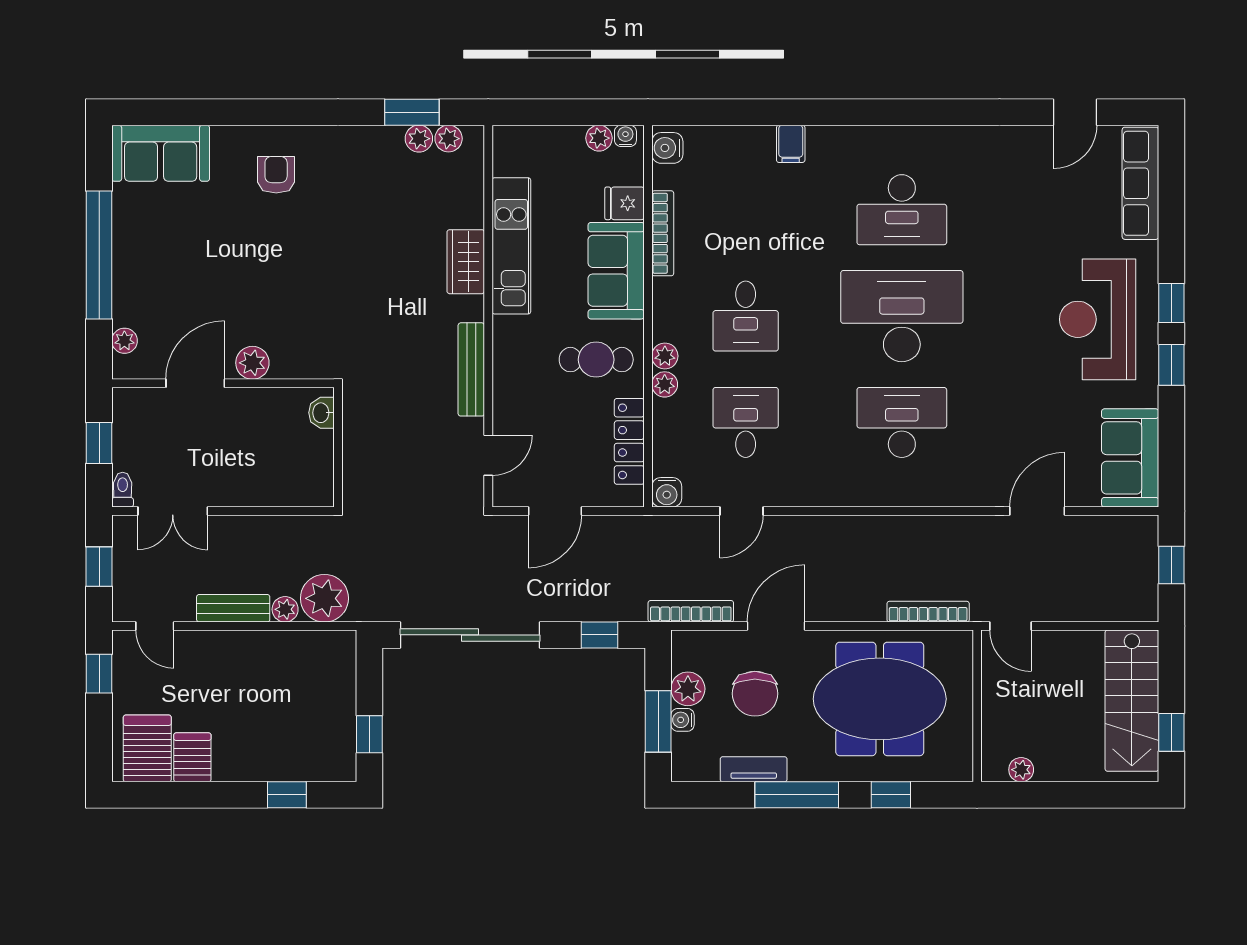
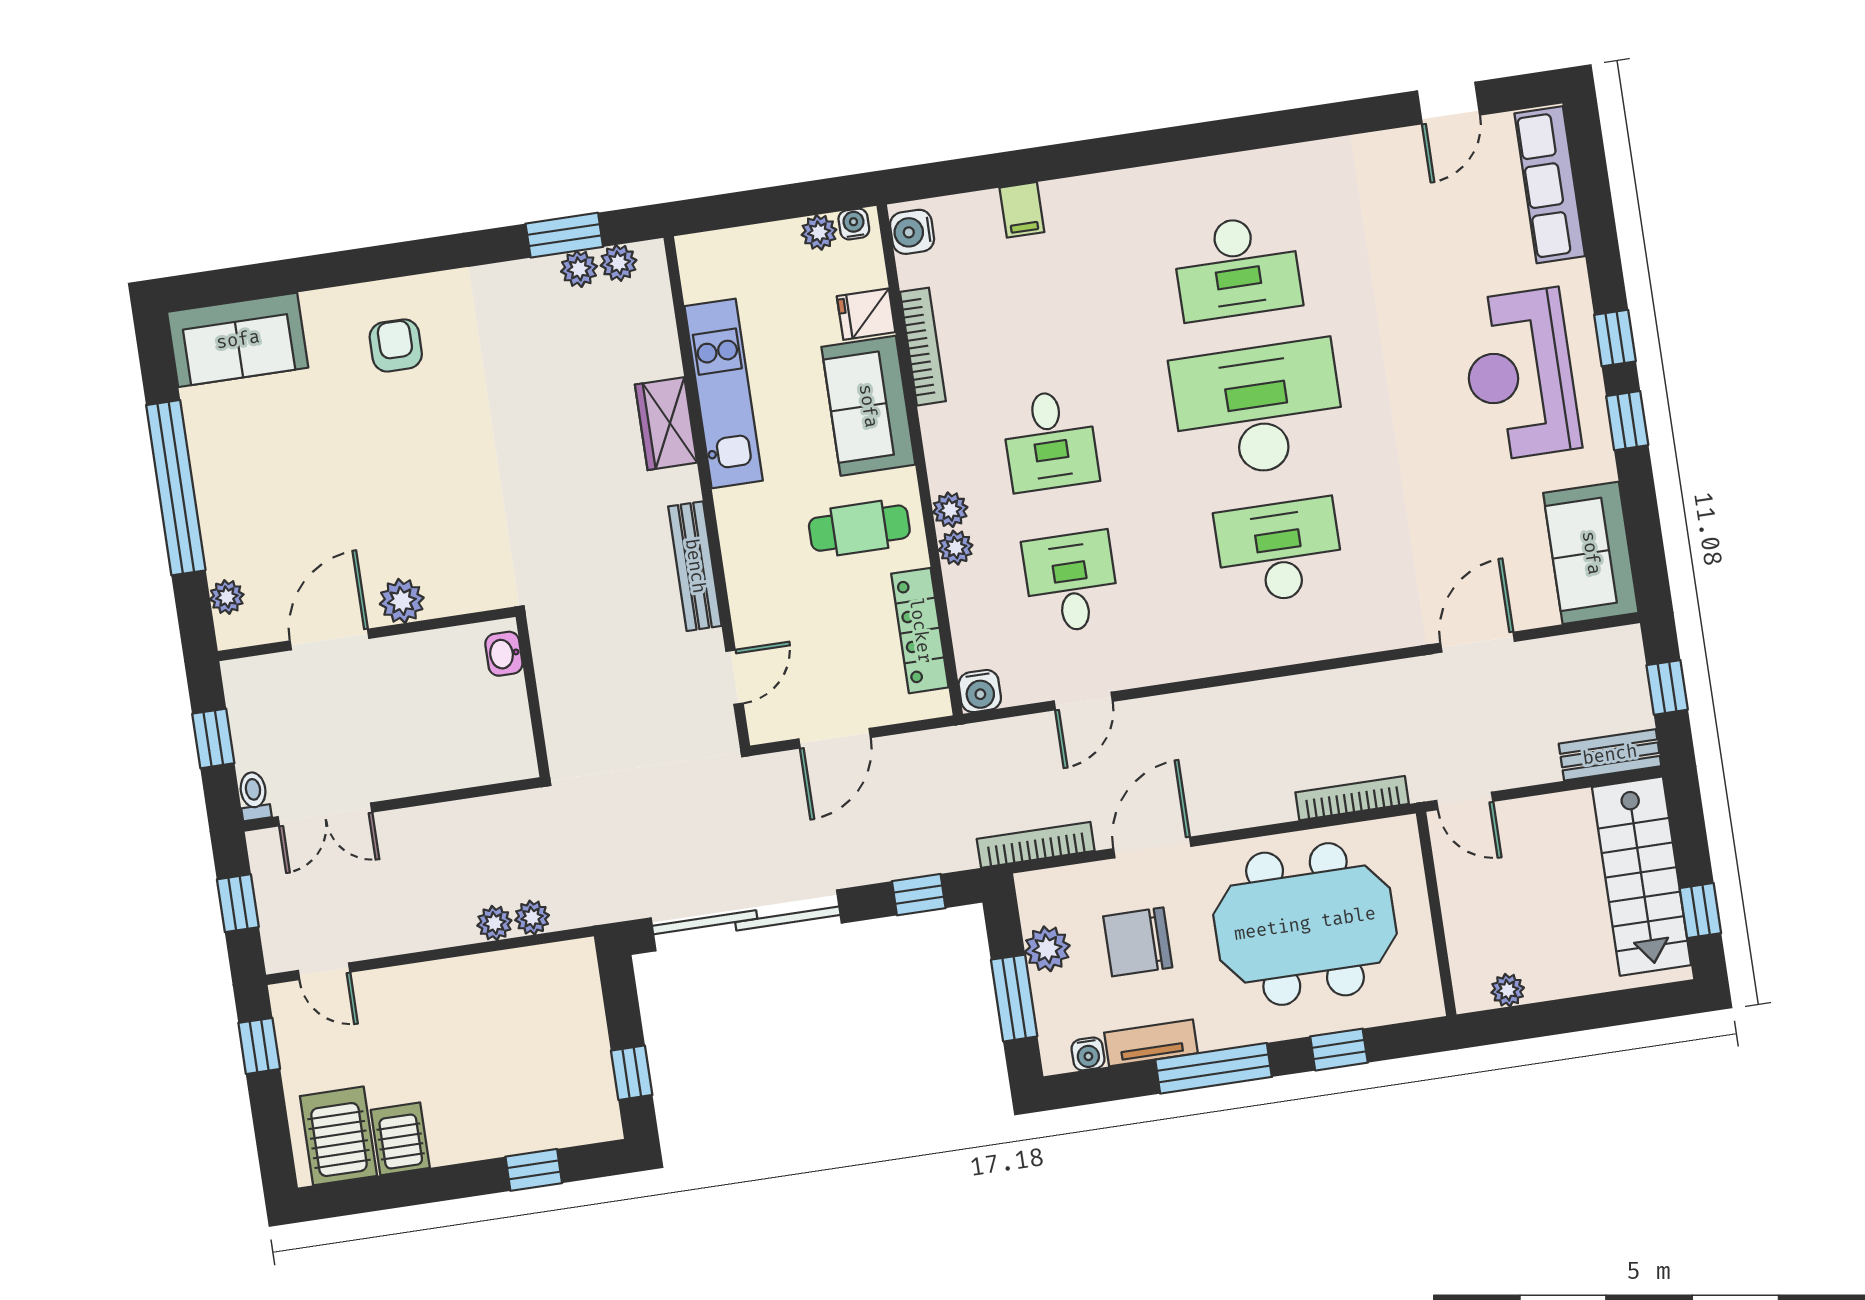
filing cabinet: (791, 144) -> (1022, 210), moved
plant: (324, 598) -> (532, 918), width x0.53, depth x0.53
bench: (233, 608) -> (1610, 755), moved
chair: (755, 694) -> (1138, 942), turned 90
water cooler: (683, 720) -> (1088, 1054), moved, turned -90

